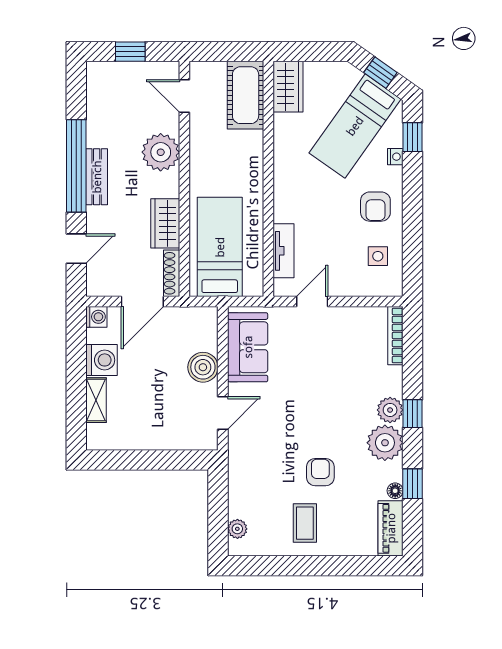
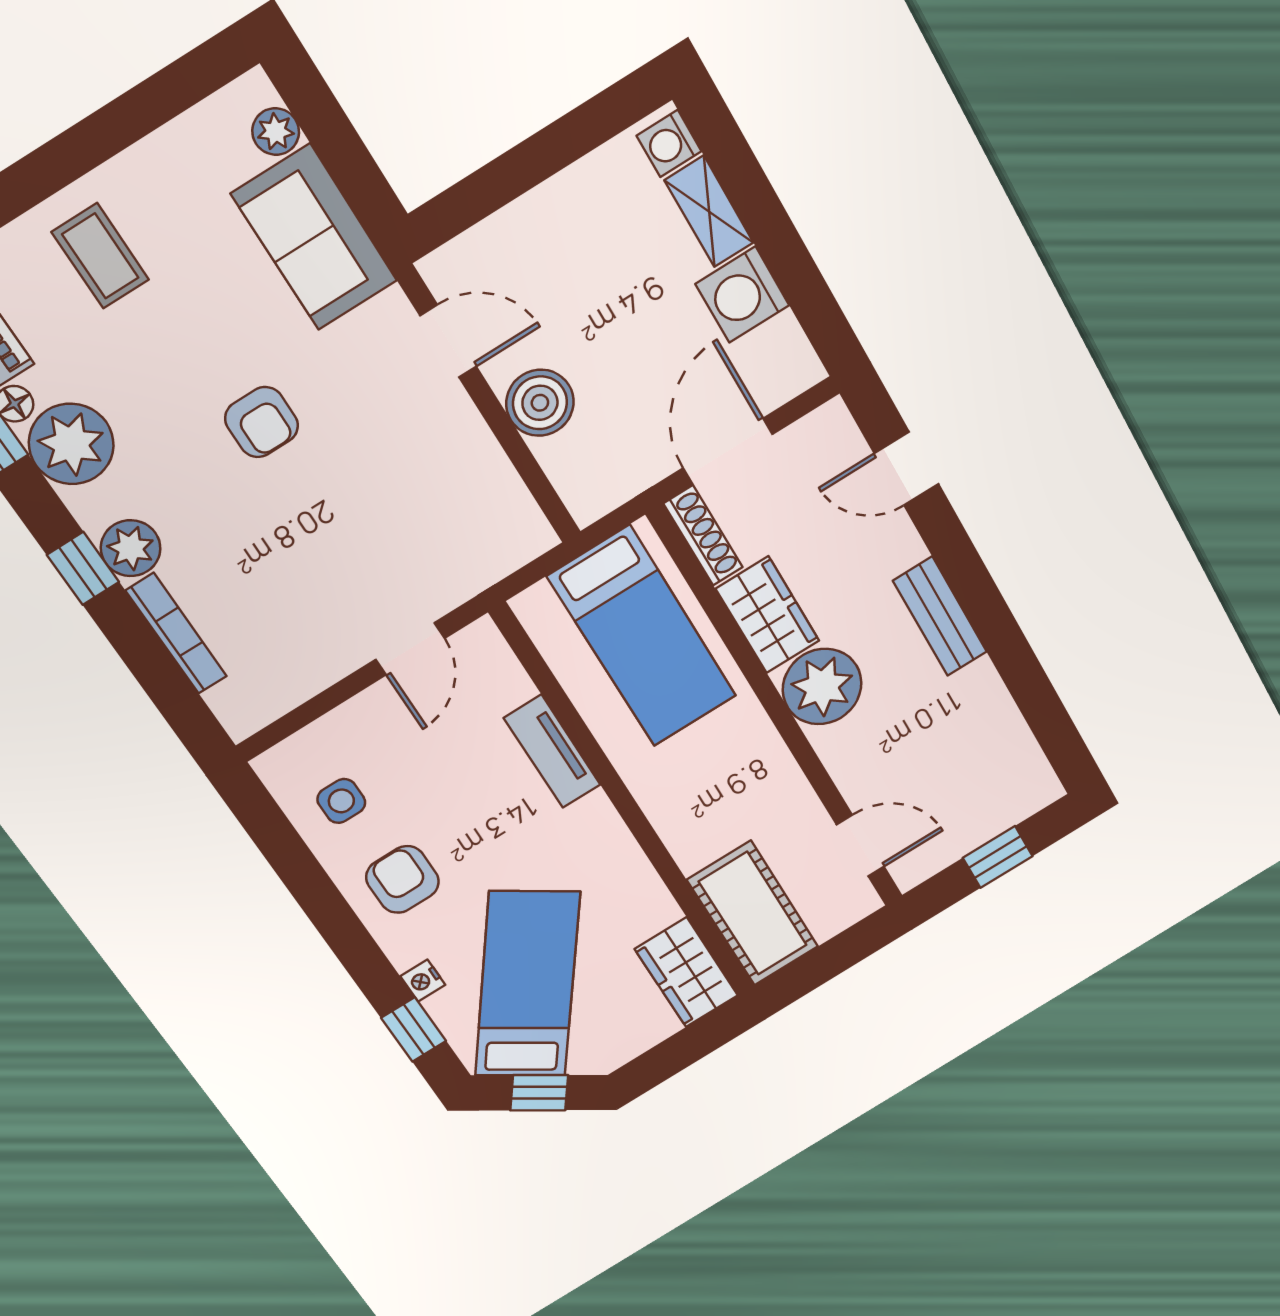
plant: (161, 152) -> (822, 687), moved
window: (76, 166) -> (988, 612), removed
door: (76, 249) -> (906, 469), hinge flipped
tv unit: (284, 251) -> (552, 751), moved
washing machine: (96, 317) -> (669, 144), moved
bookcase: (395, 336) -> (176, 634), moved
sofa: (248, 347) -> (314, 237), moved
door: (223, 413) -> (448, 341), swing flipped
plant: (385, 443) -> (71, 444), moved
armchair: (320, 472) -> (262, 422), moved
coffee table: (305, 523) -> (100, 256), moved

